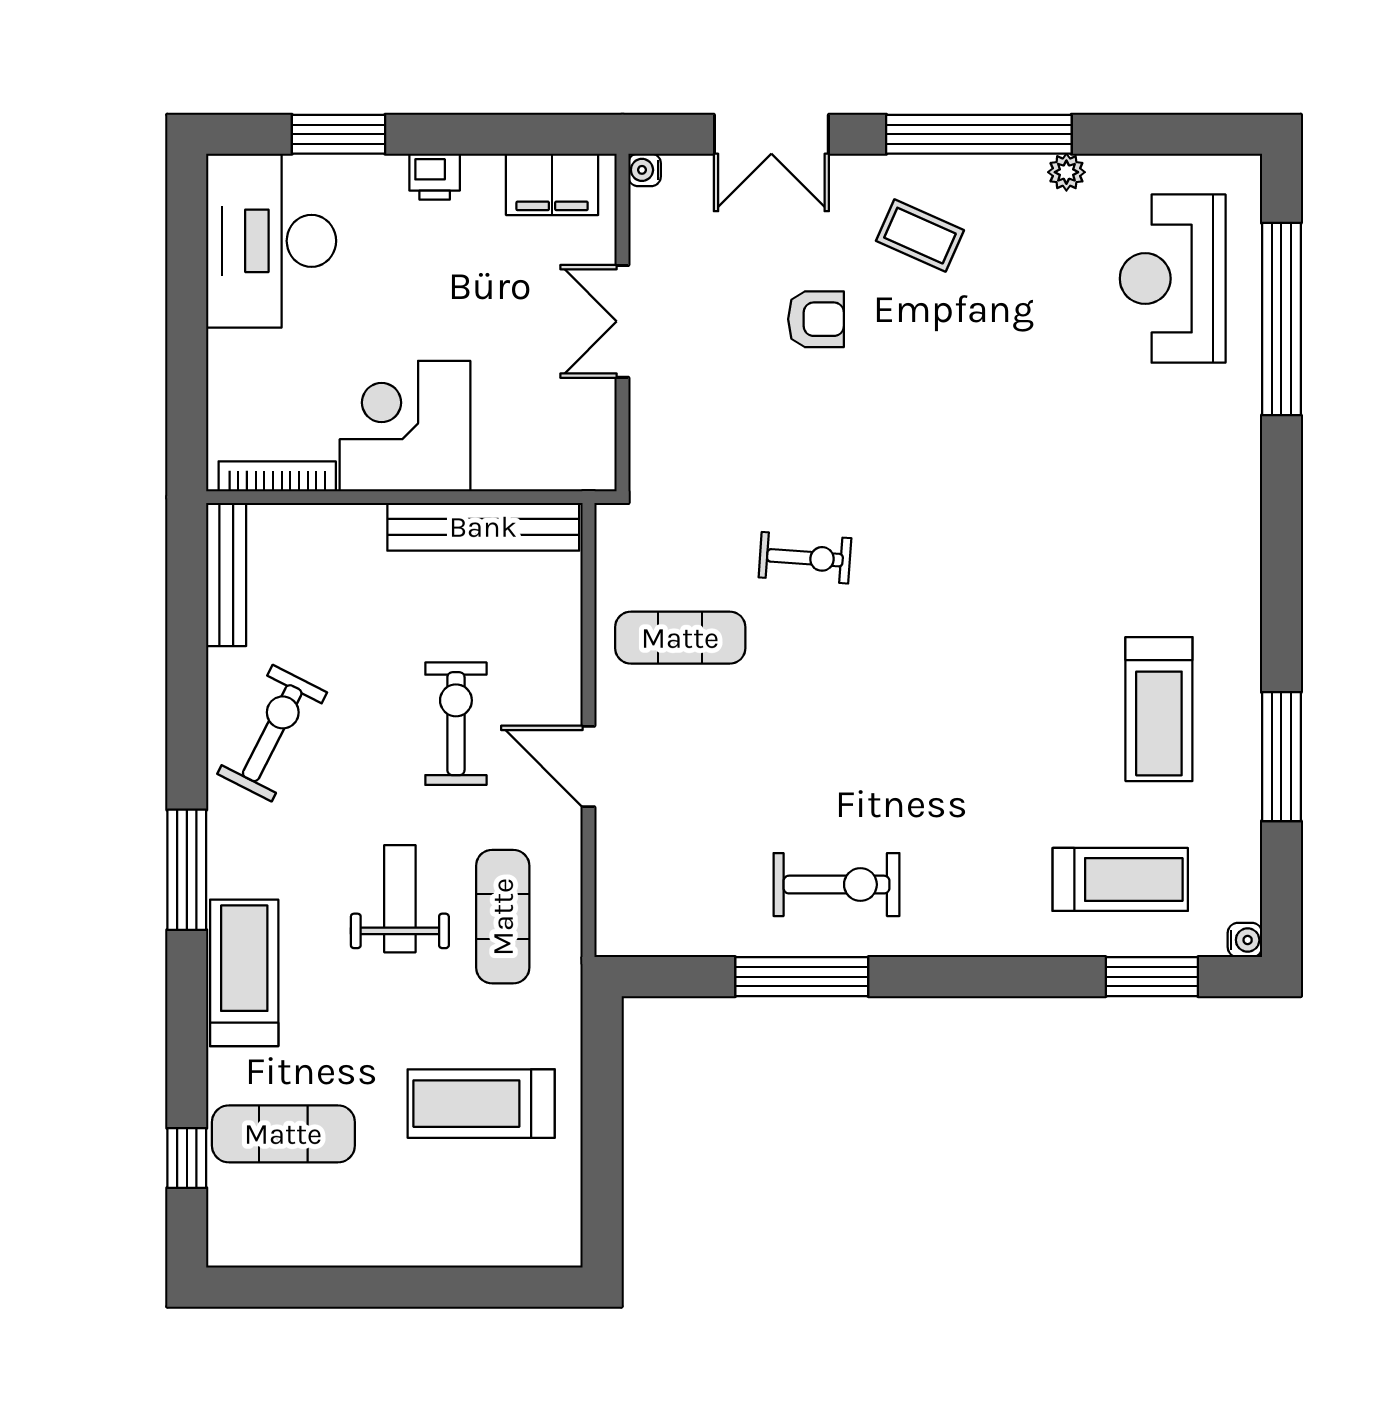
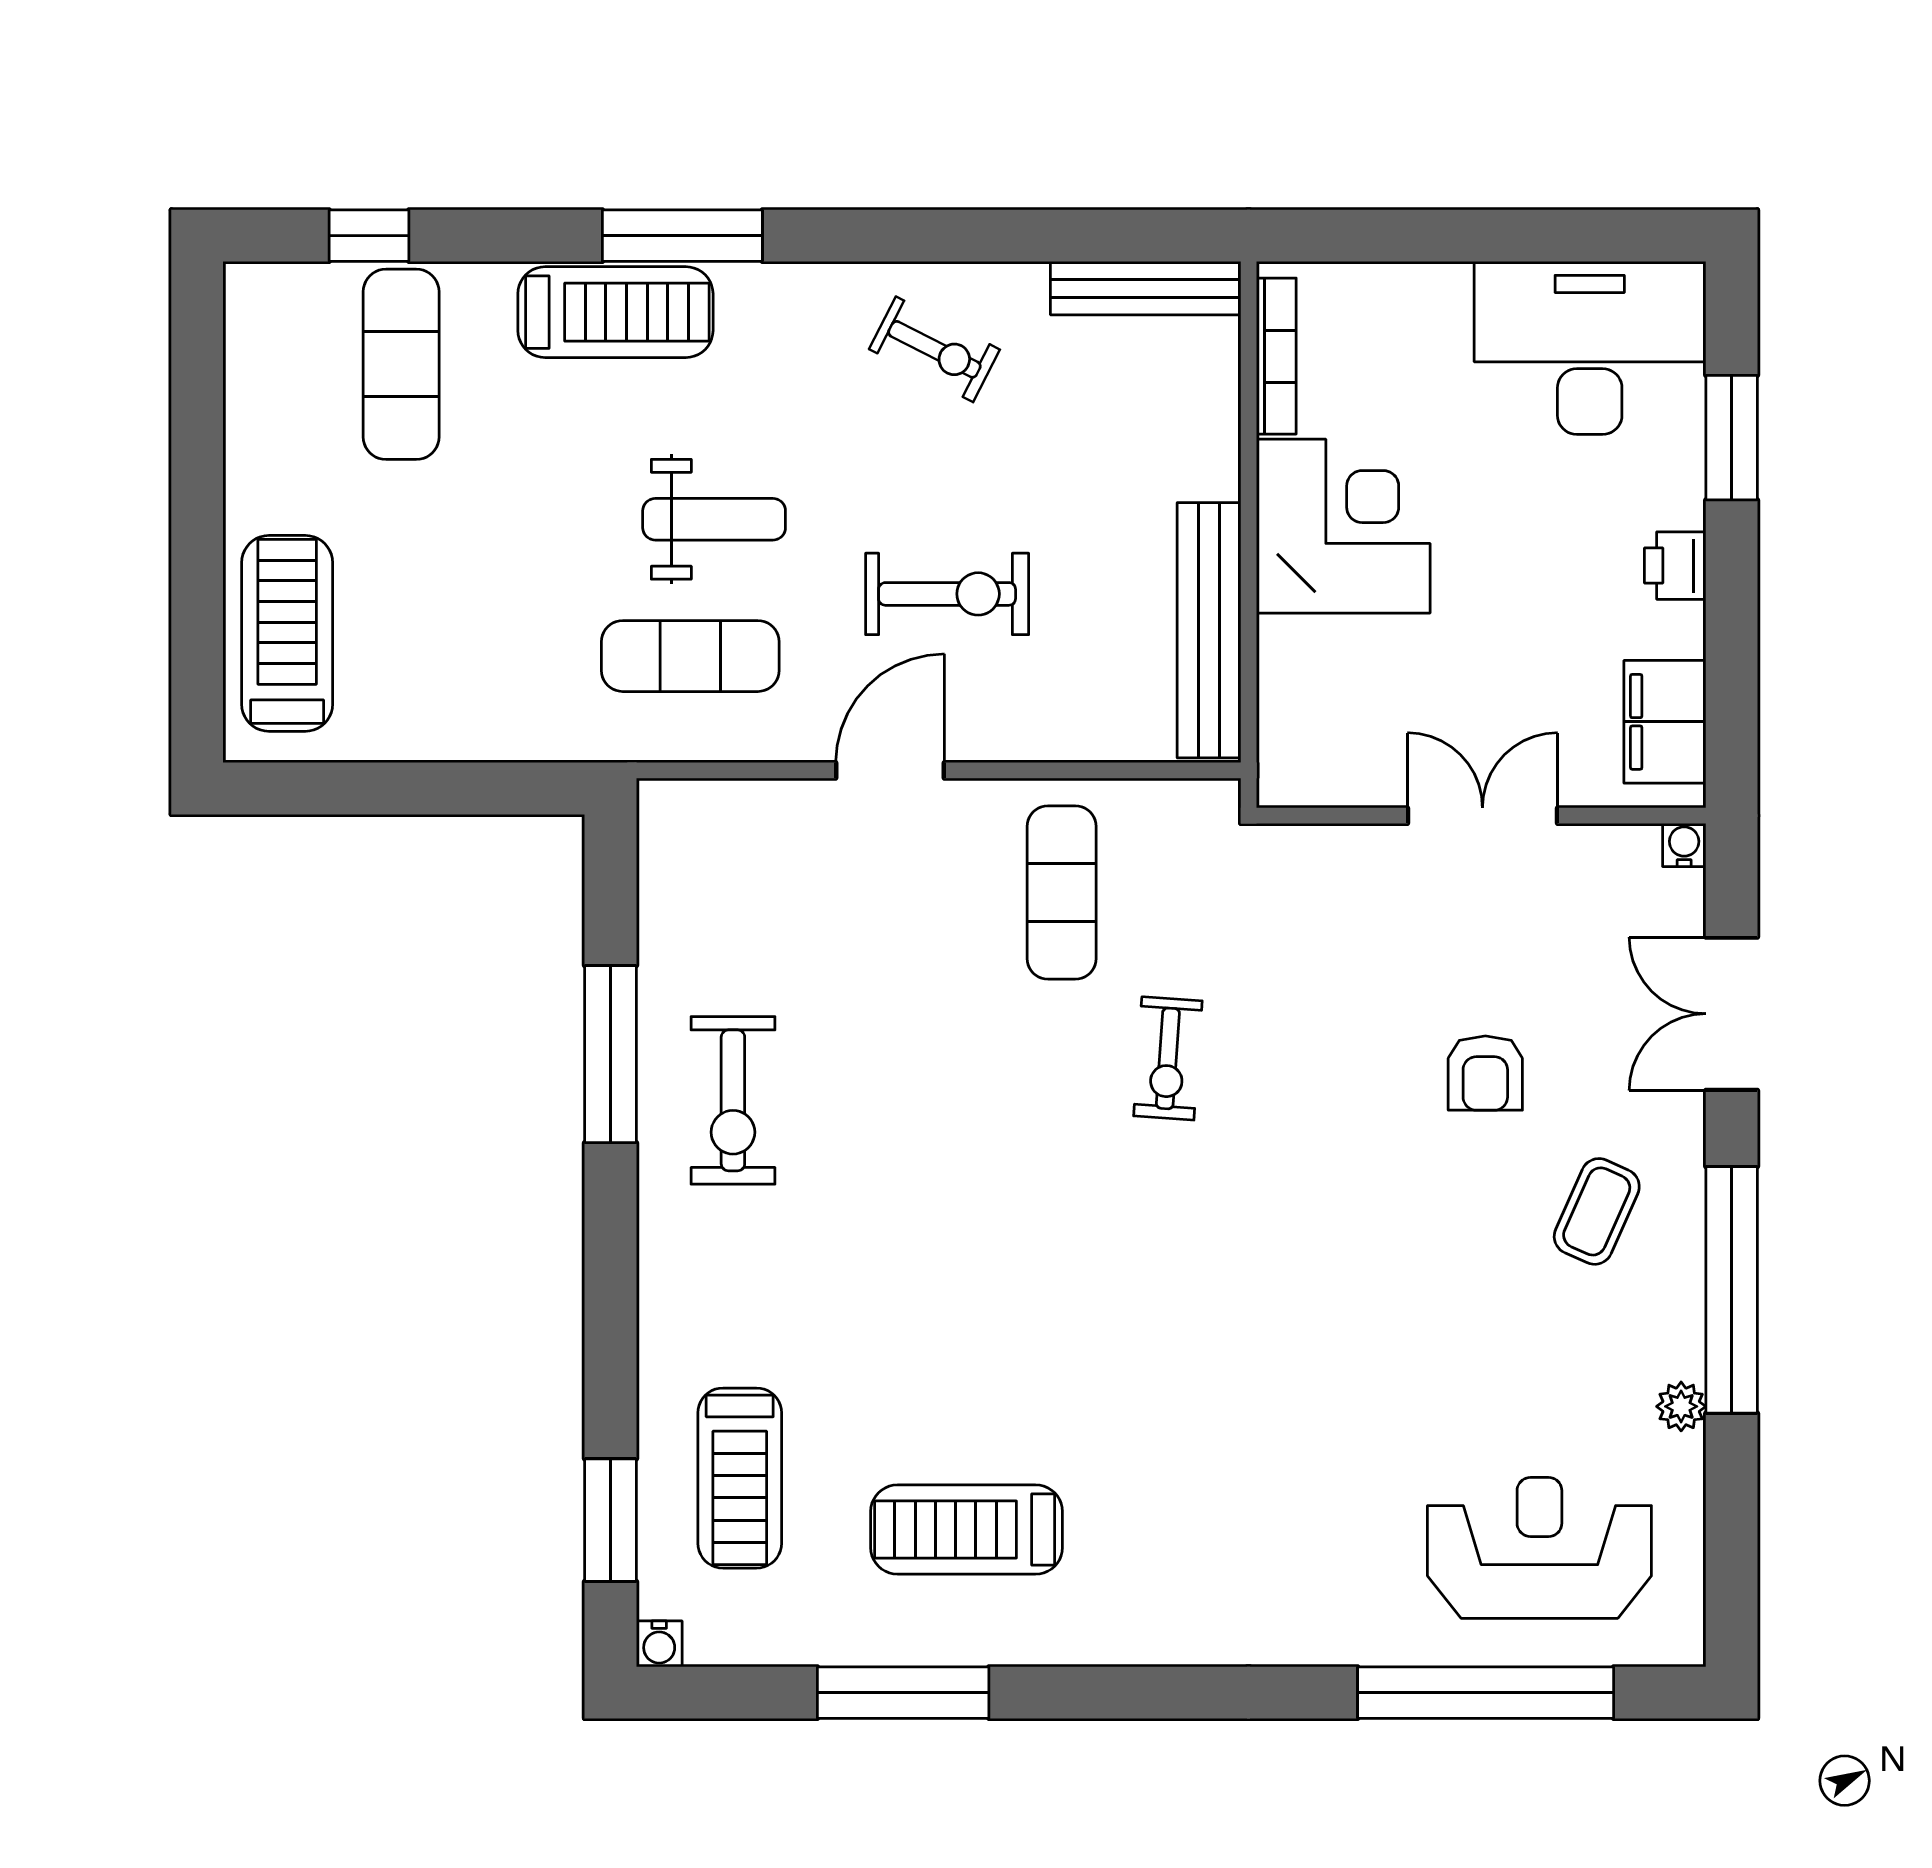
exercise bike: (272, 733) -> (934, 349), width x0.73, depth x0.72
window: (187, 870) -> (682, 236), moved
treadmill: (481, 1104) -> (287, 633), moved

